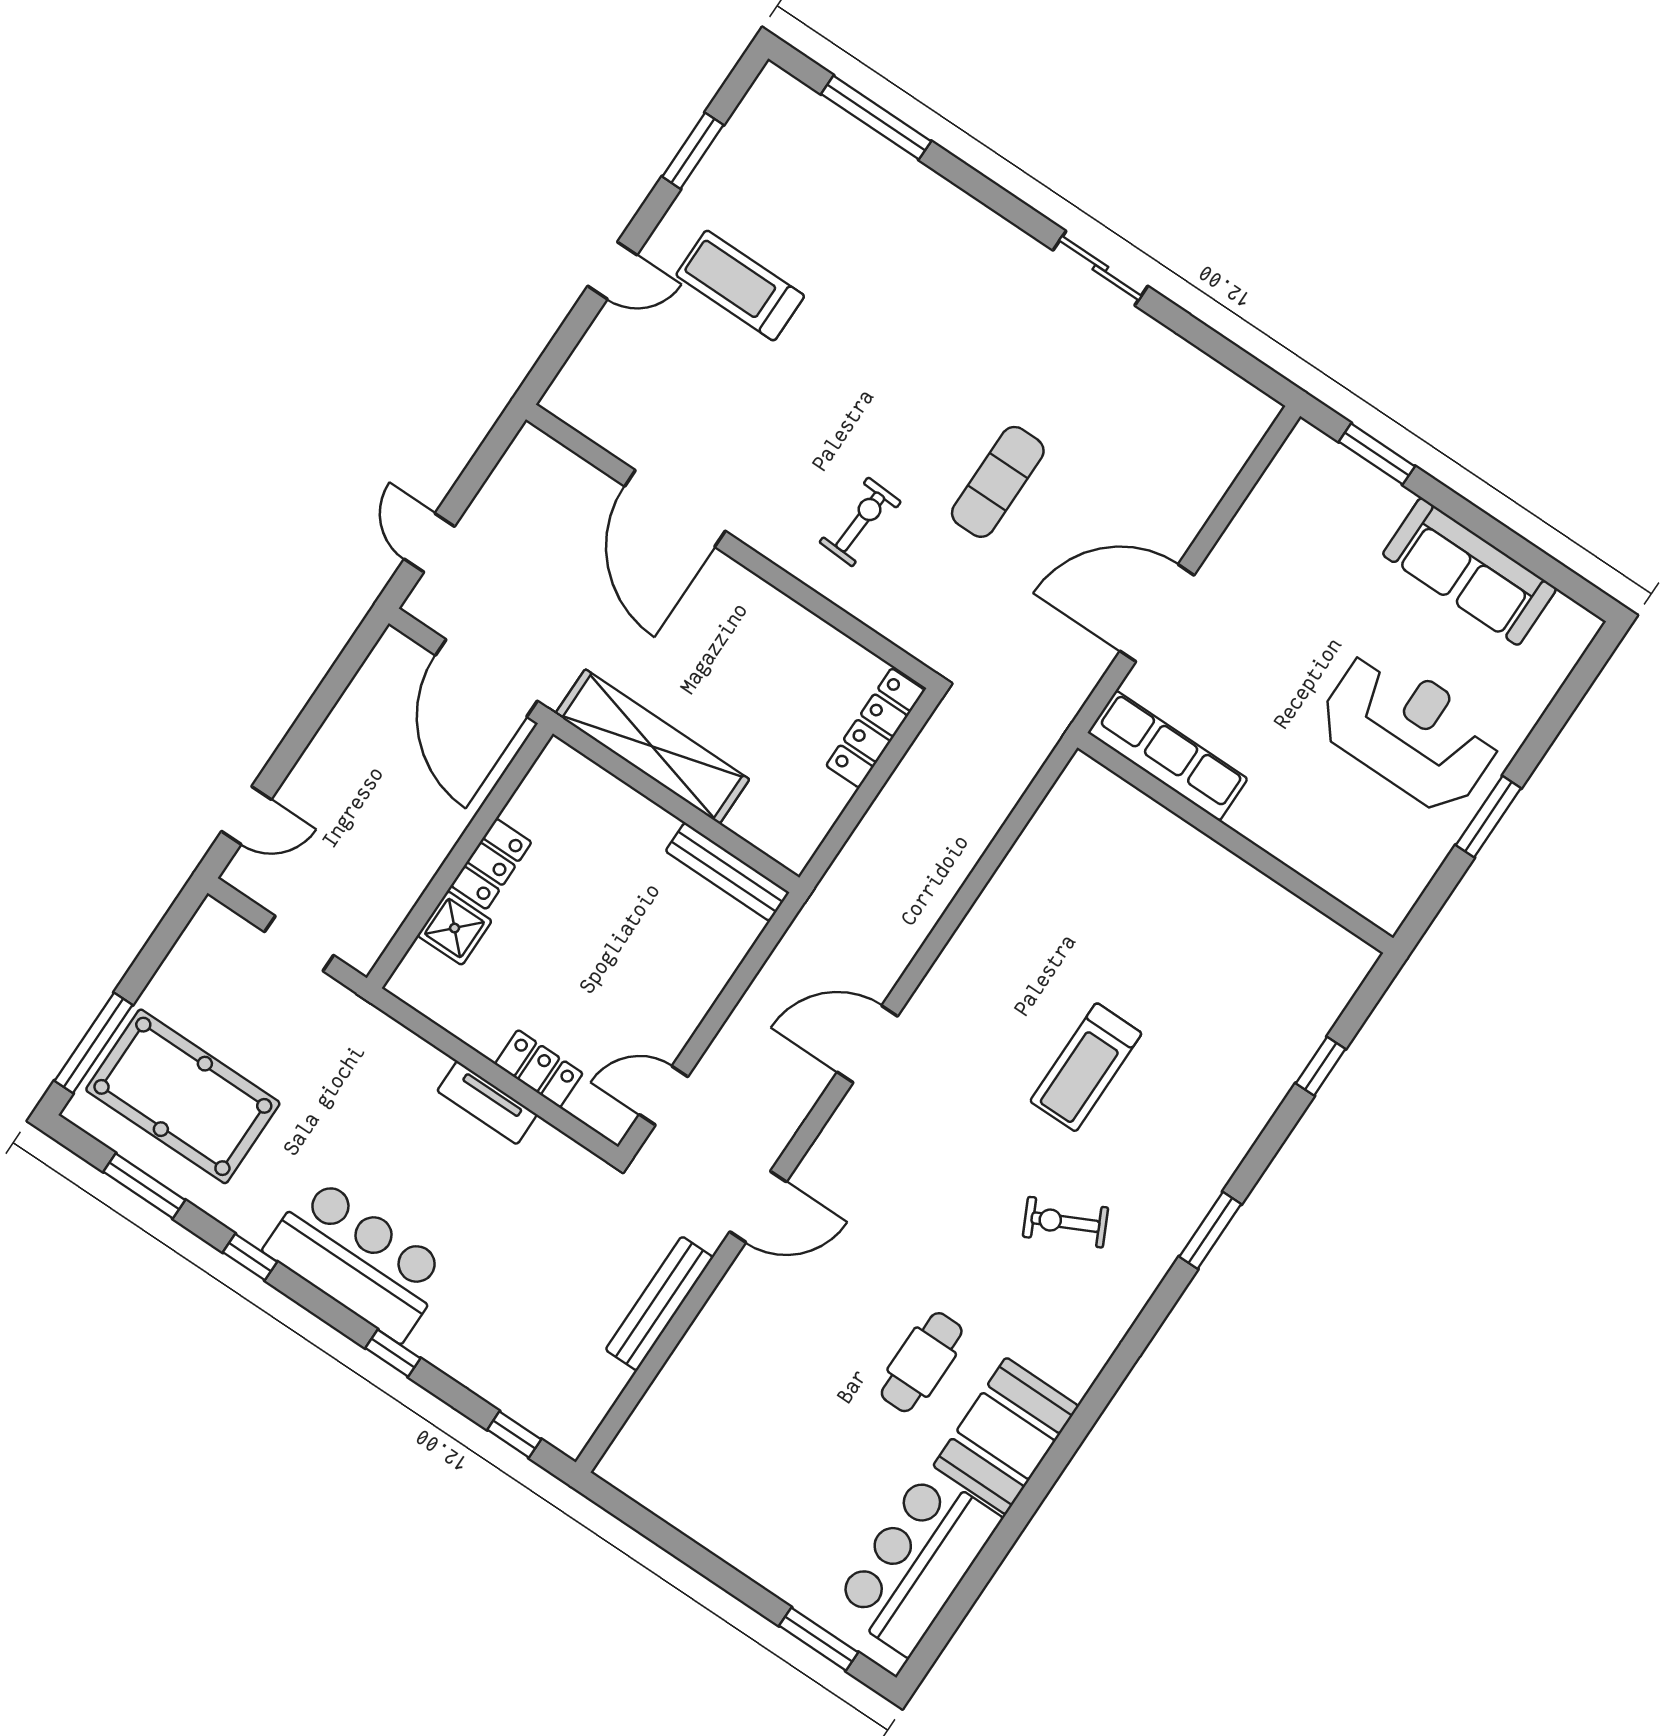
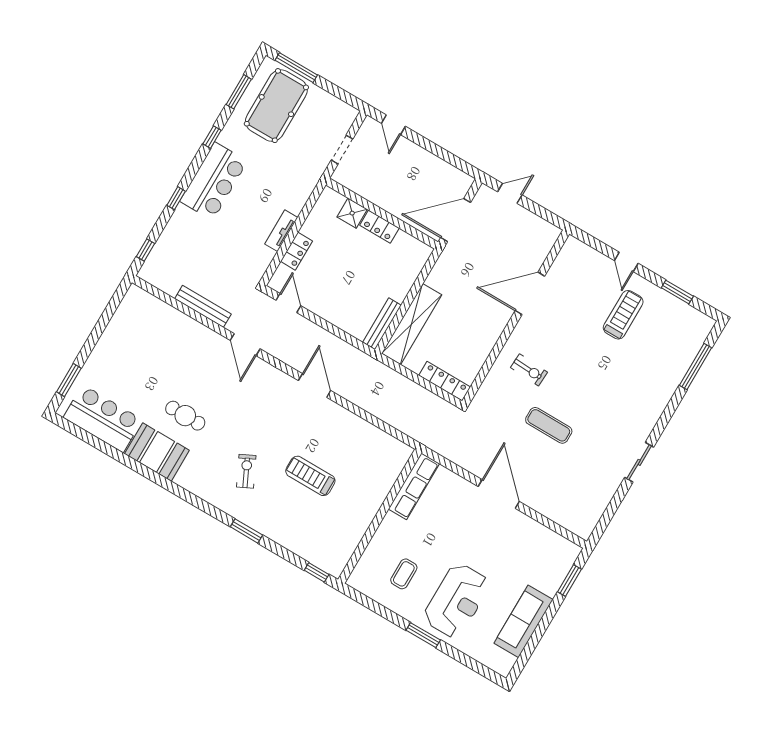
shelving: (652, 746) -> (412, 324), moved
row of seats: (1168, 756) -> (414, 486), moved
wall: (1235, 843) -> (380, 516), moved
coffee table: (1337, 855) -> (404, 574), added

